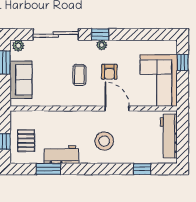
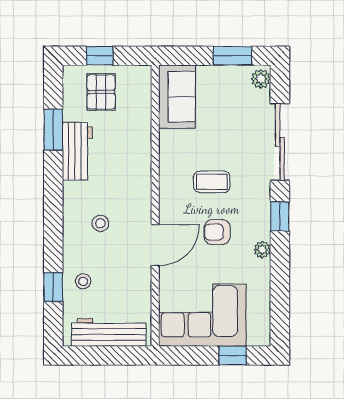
plant: (102, 45) -> (262, 250), moved
sofa: (21, 80) -> (177, 97), moved, turned -90
pallet: (26, 141) -> (101, 92), turned 90
stool: (104, 141) -> (100, 223), width x0.53, depth x0.53
stool: (139, 151) -> (83, 281), added

